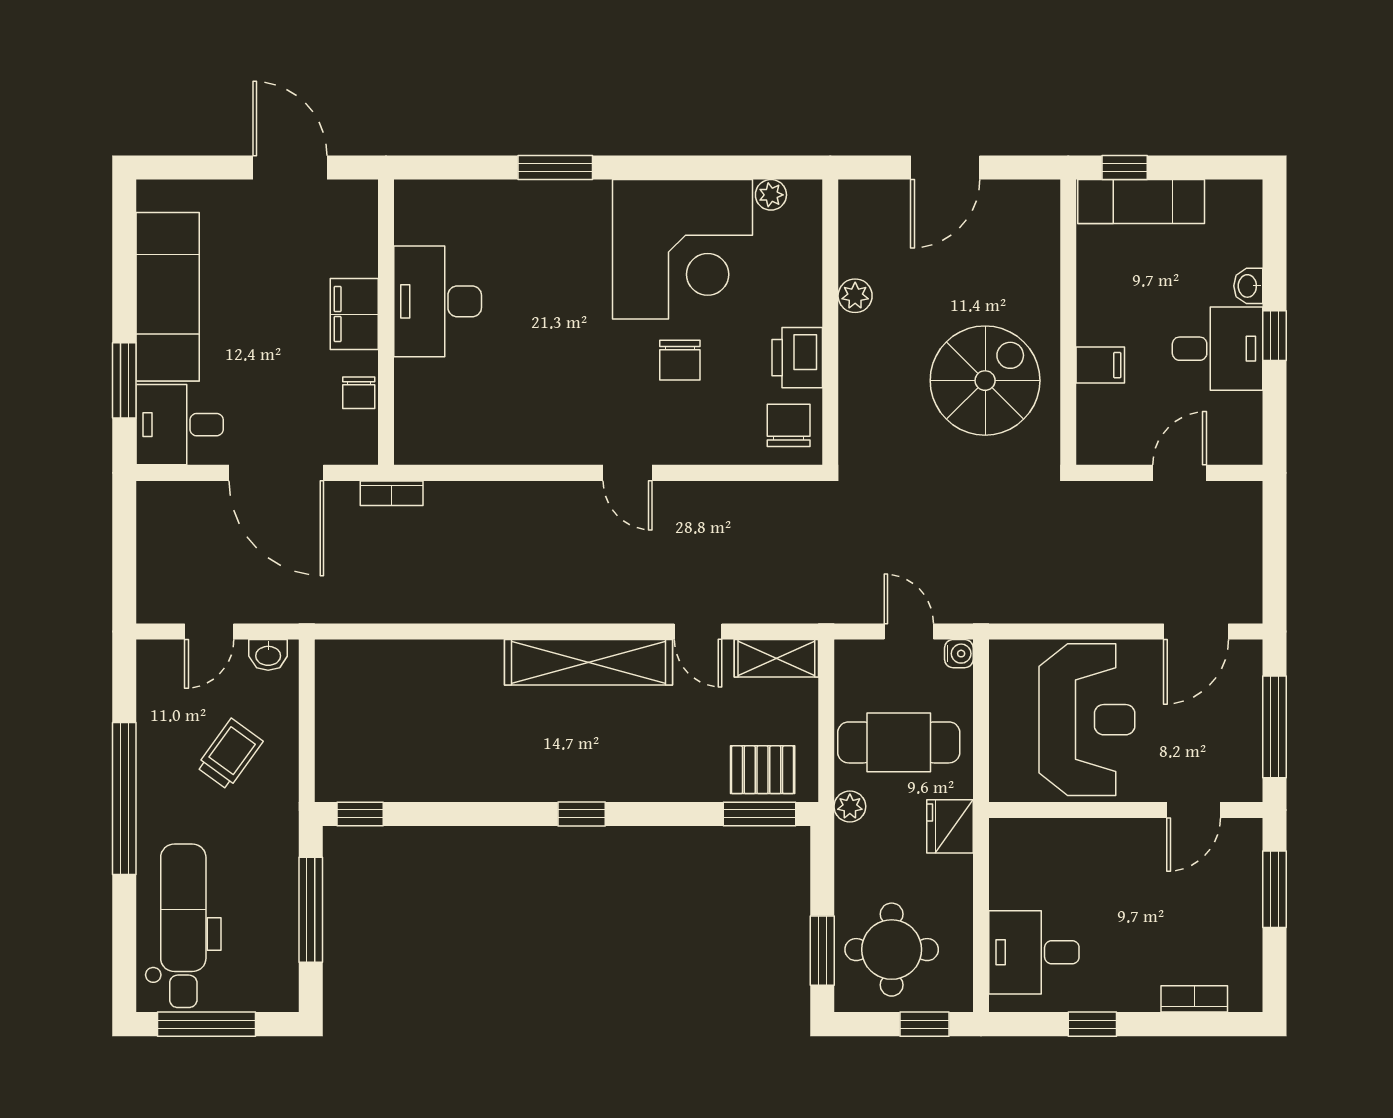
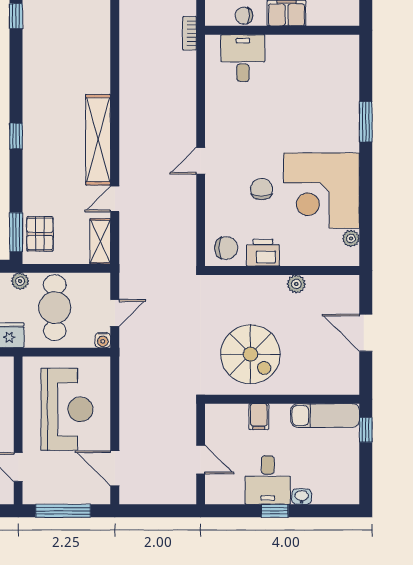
exam couch: (1141, 202) -> (325, 416), moved, turned -90
desk: (438, 301) -> (243, 58), moved, width x0.73
chair: (680, 360) -> (262, 189), turned 90
reception desk: (1087, 720) -> (67, 409), turned -90

